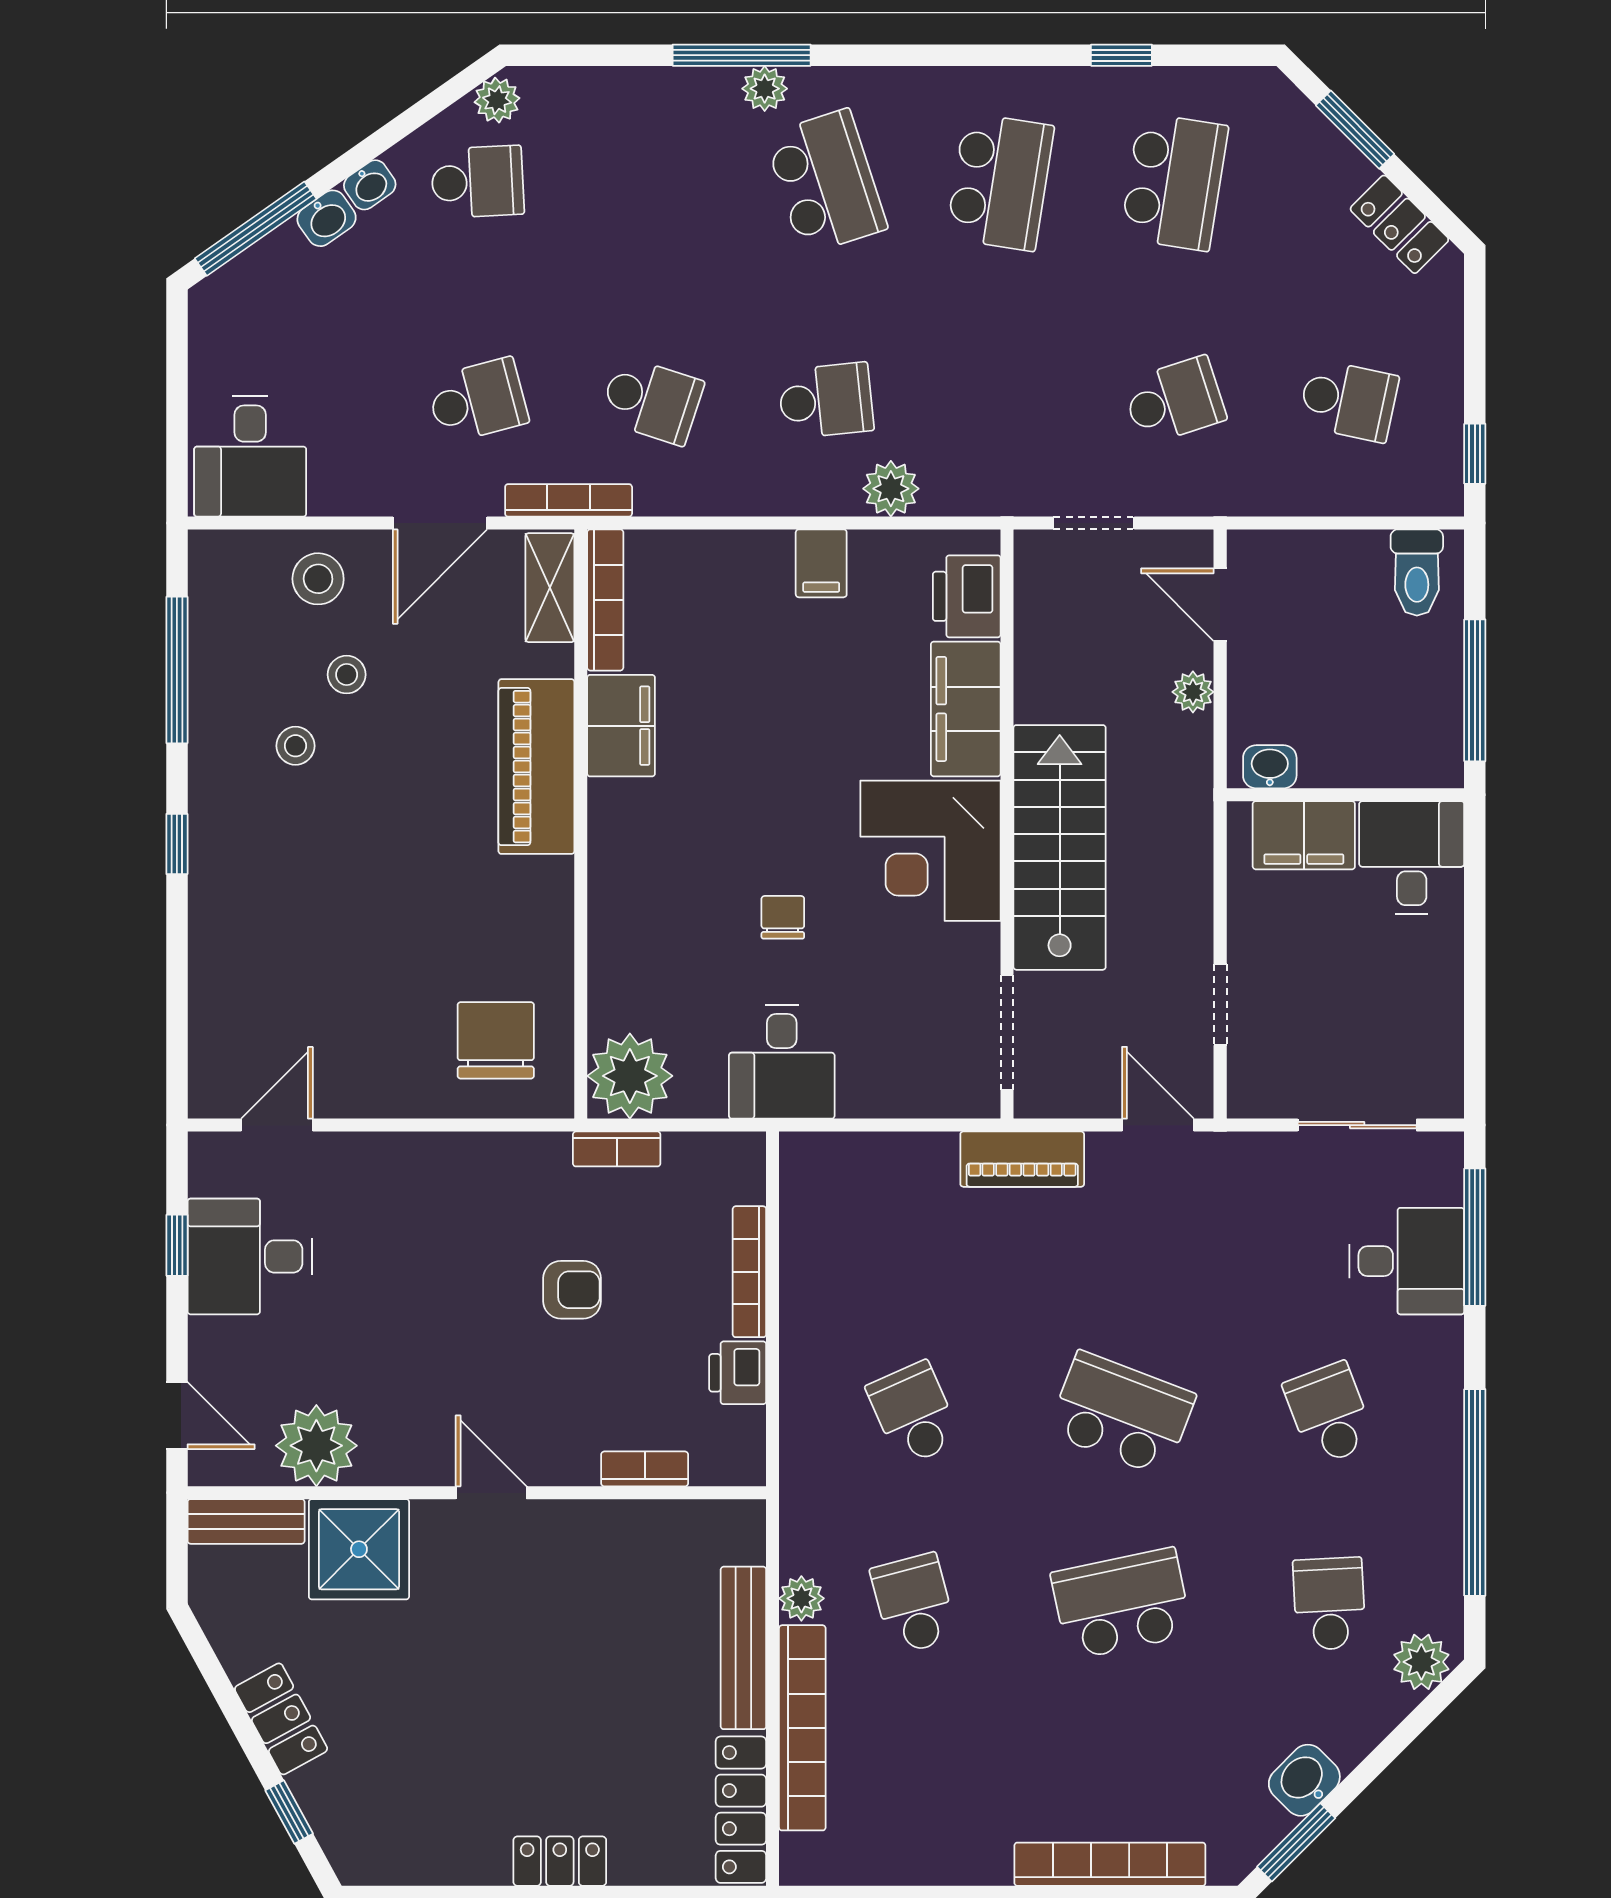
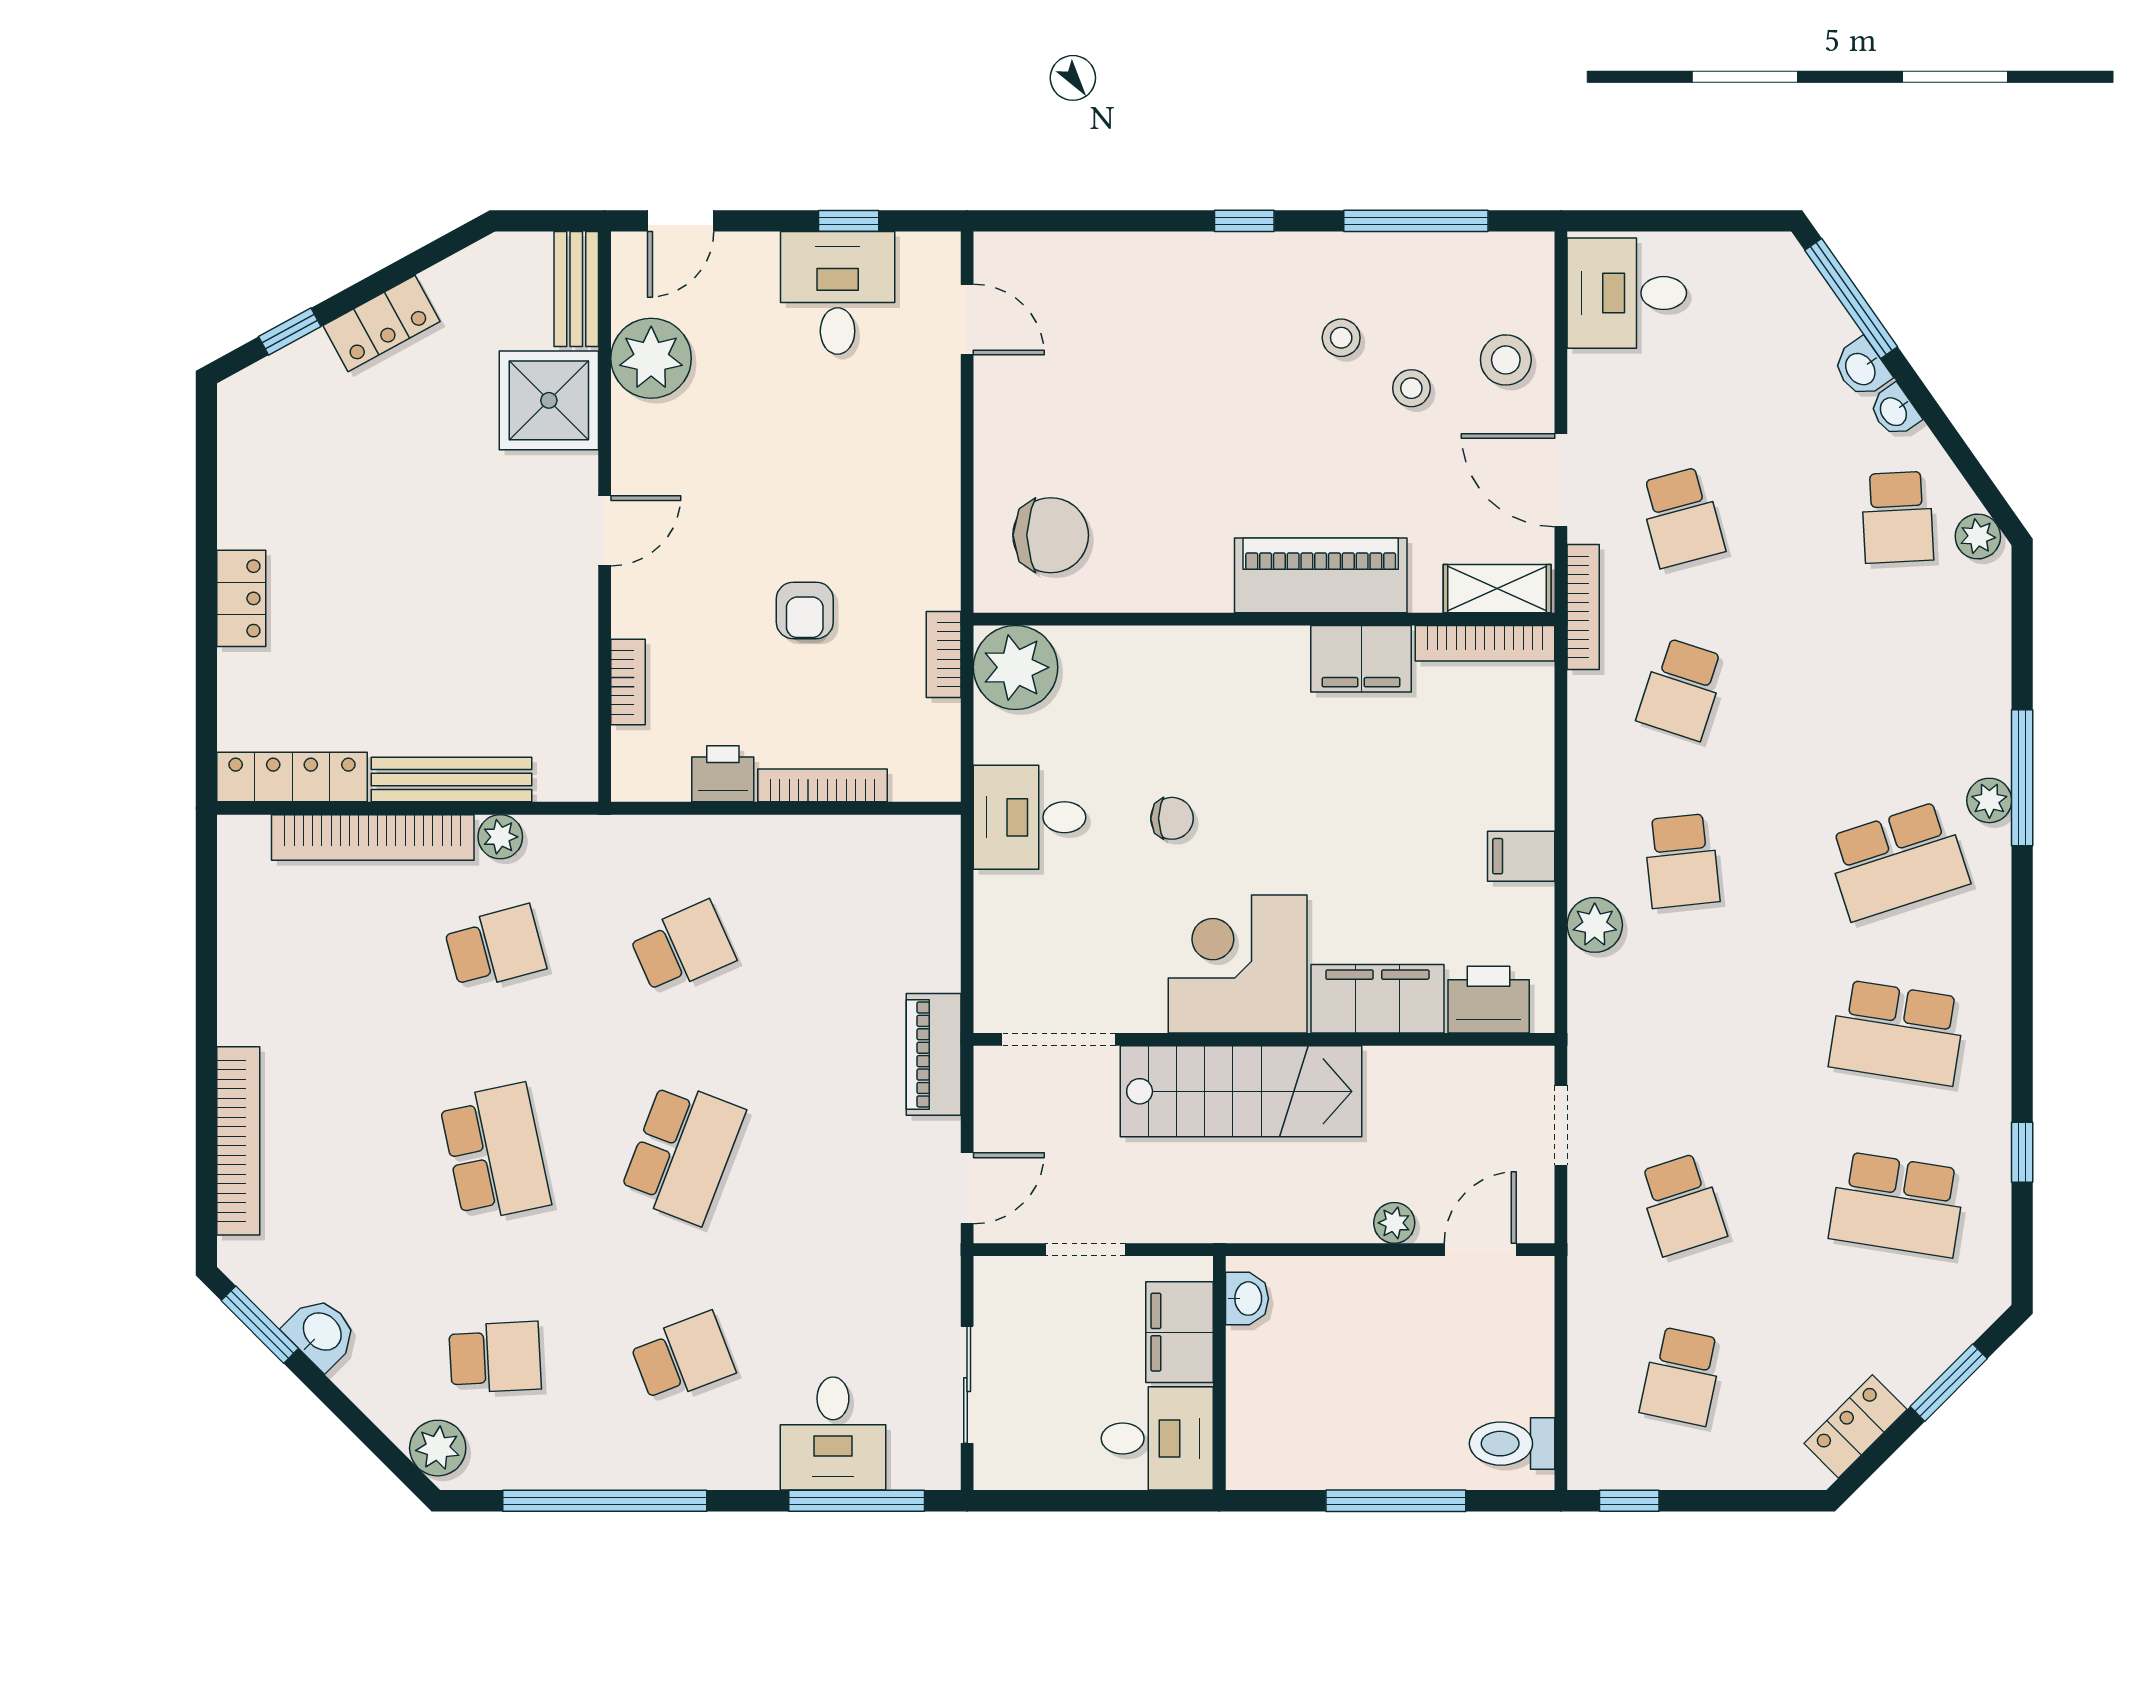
washbasin: (1270, 767) -> (1247, 1299), moved
wall: (1345, 795) -> (1219, 1373), moved
filing cabinet: (1304, 835) -> (1179, 1332), moved
desk: (1412, 858) -> (1157, 1438), moved

